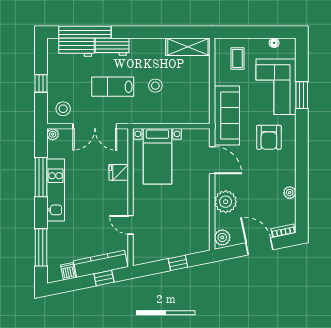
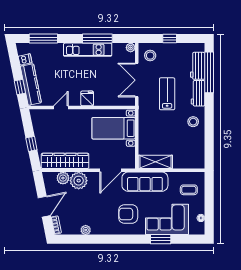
shelving: (188, 47) -> (155, 162), moved, turned 90
stool: (155, 86) -> (193, 122), moved
fridge: (119, 172) -> (87, 98), moved
wardrobe: (200, 219) -> (65, 161), added
plant: (222, 237) -> (63, 178), moved

